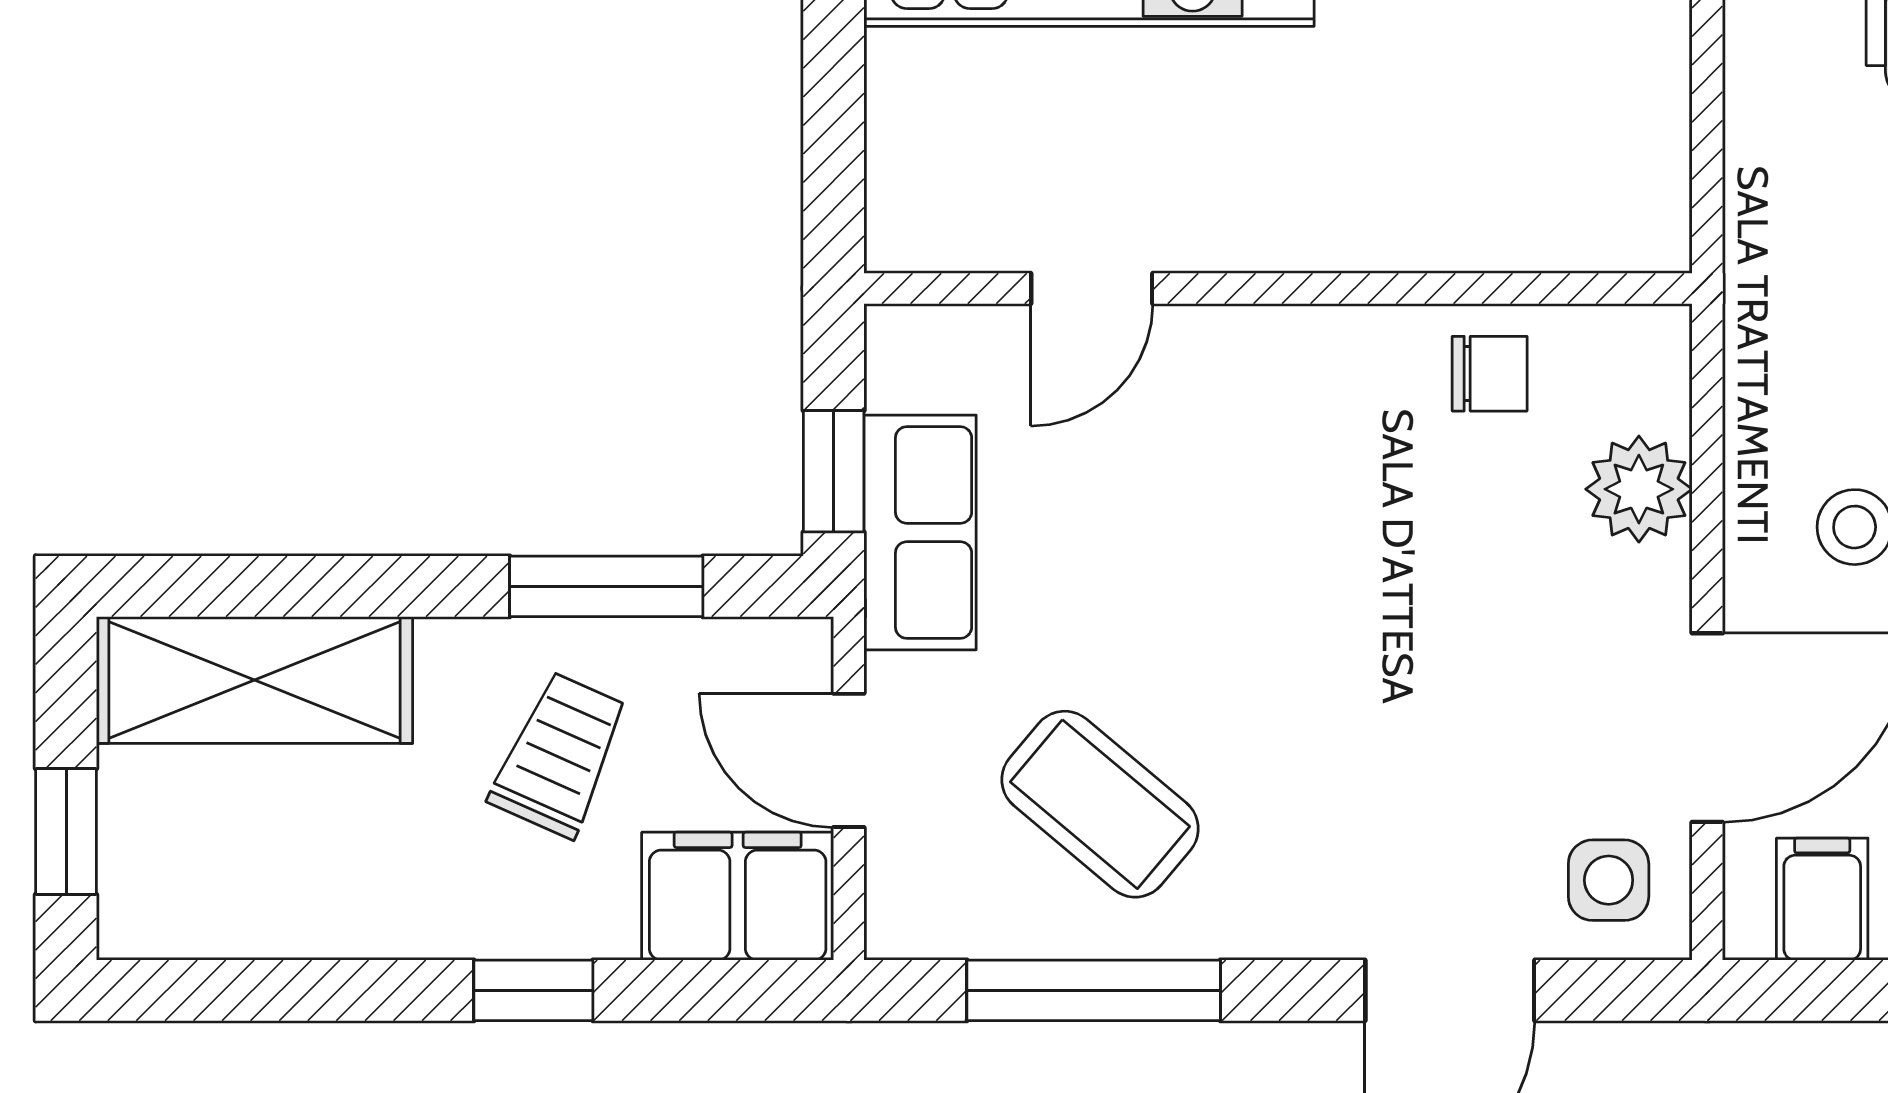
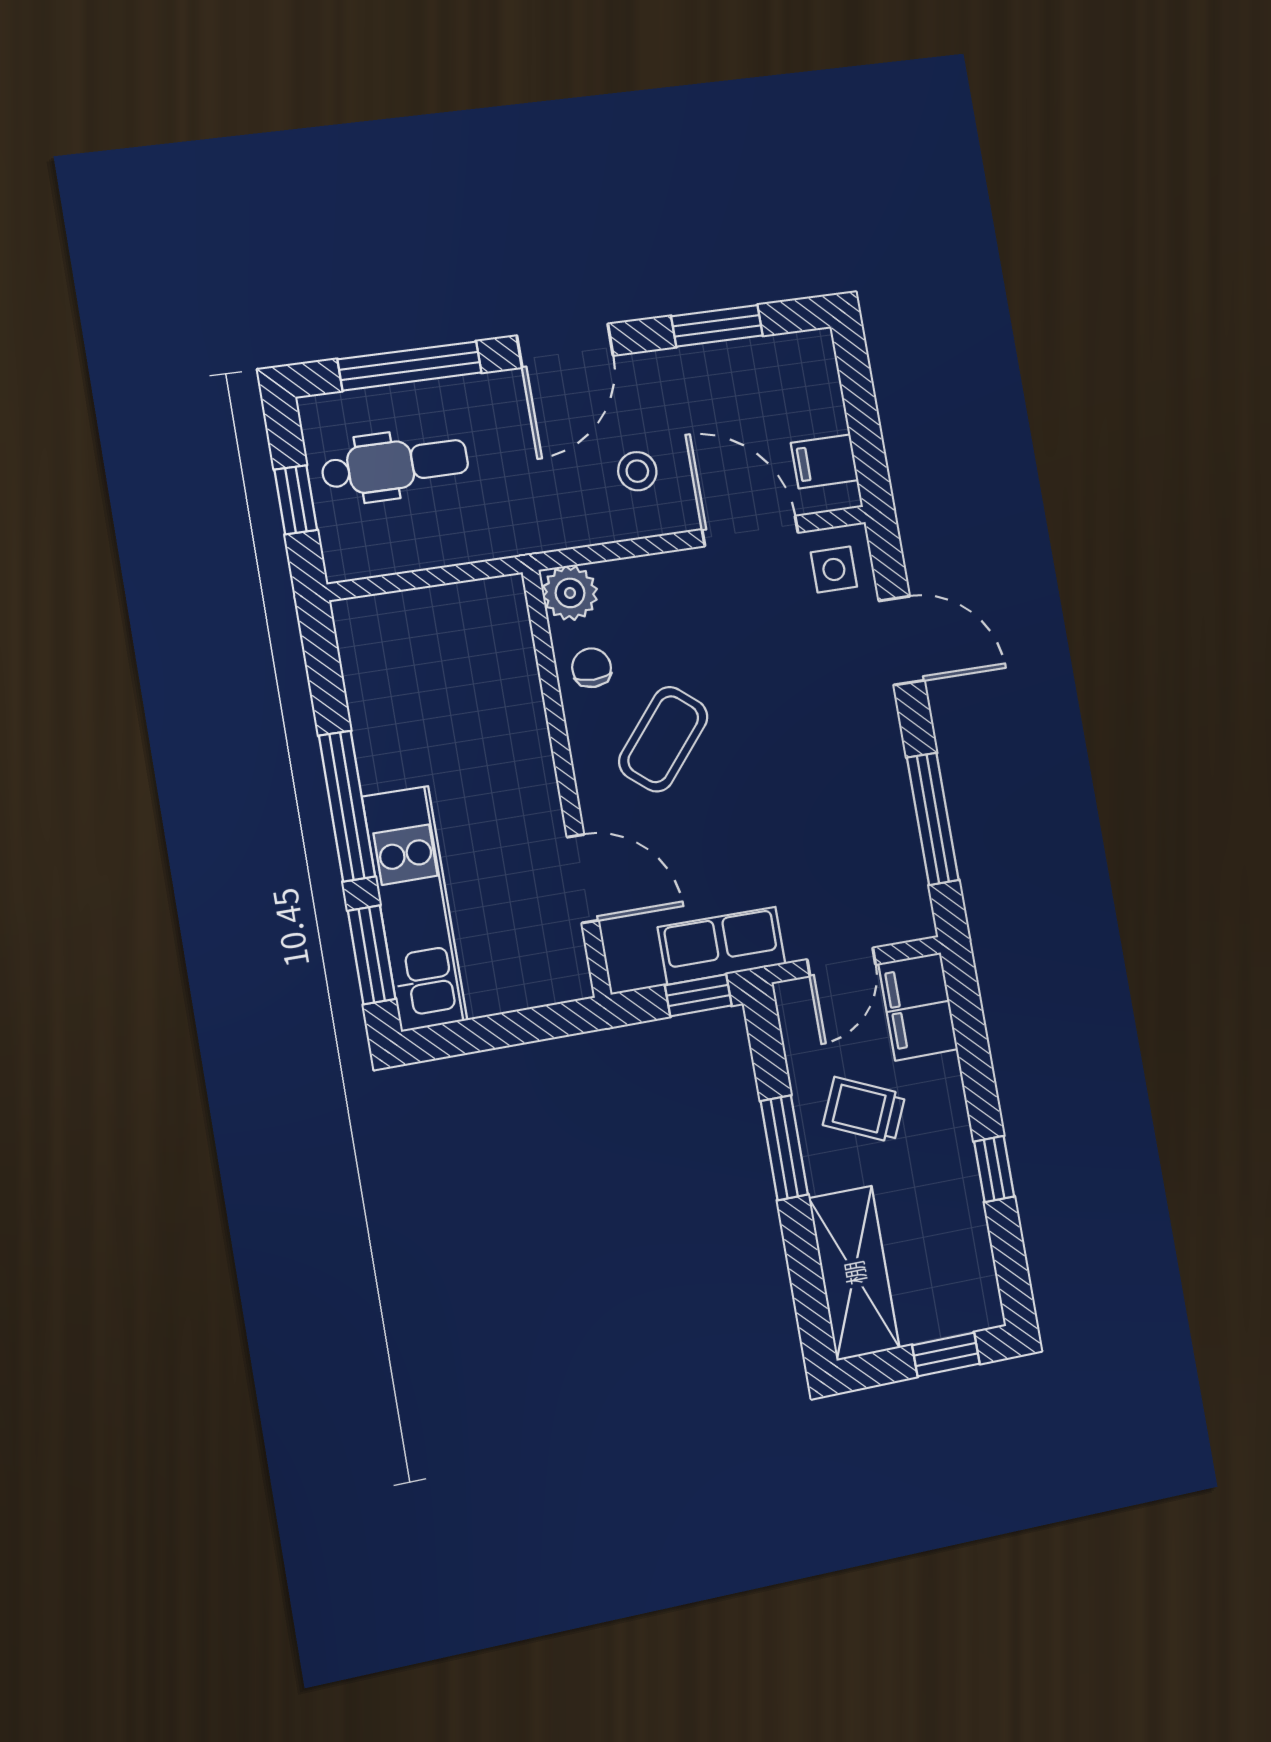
door: (1092, 288) -> (583, 879), width x1.38
plant: (1639, 489) -> (570, 593), moved
window: (606, 586) -> (784, 1148), moved
coffee table: (1100, 804) -> (663, 739), moved
window: (533, 990) -> (994, 1169), moved

